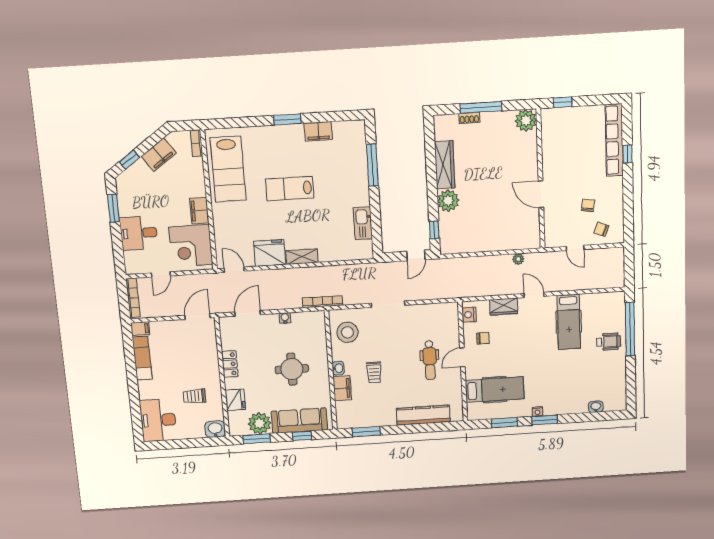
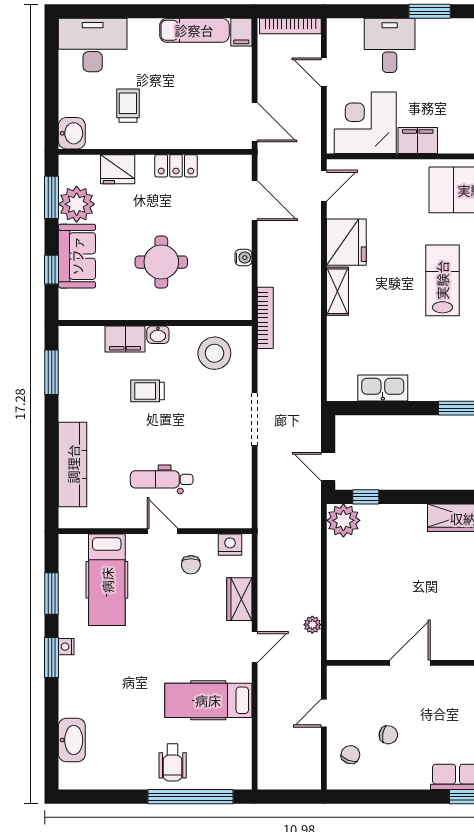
plant: (448, 201) -> (343, 520), moved
washbasin: (596, 407) -> (72, 740), width x1.91, depth x1.45
sofa: (299, 421) -> (77, 256), width x0.73

